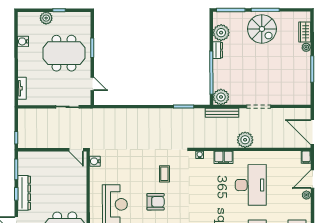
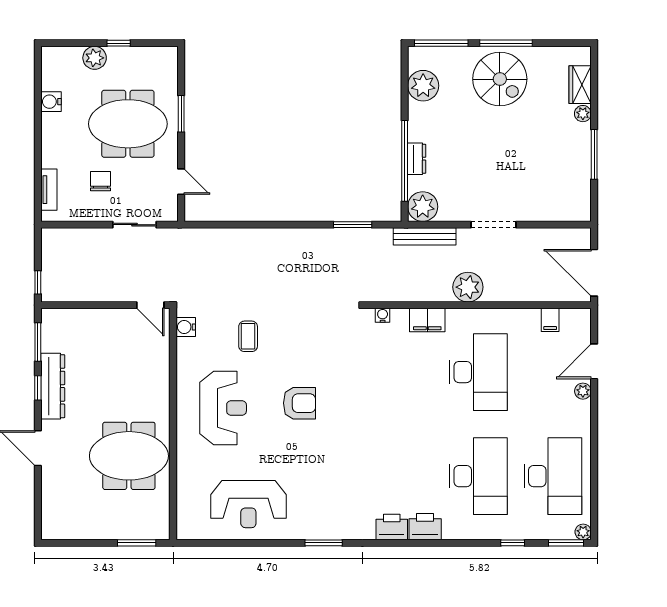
dresser: (218, 50) -> (417, 159), moved
chair: (49, 84) -> (101, 181), added
filing cabinet: (306, 157) -> (550, 320), moved
coffee table: (164, 174) -> (248, 336), moved

